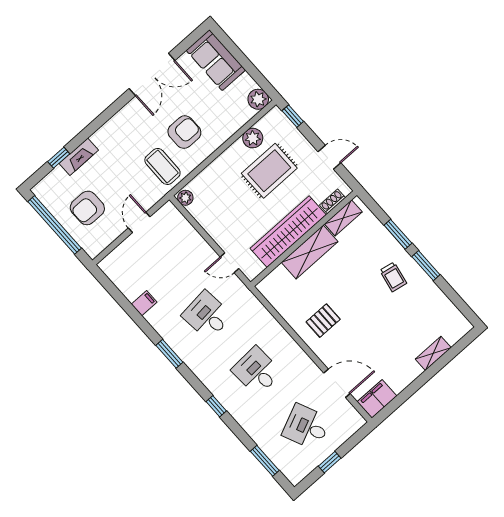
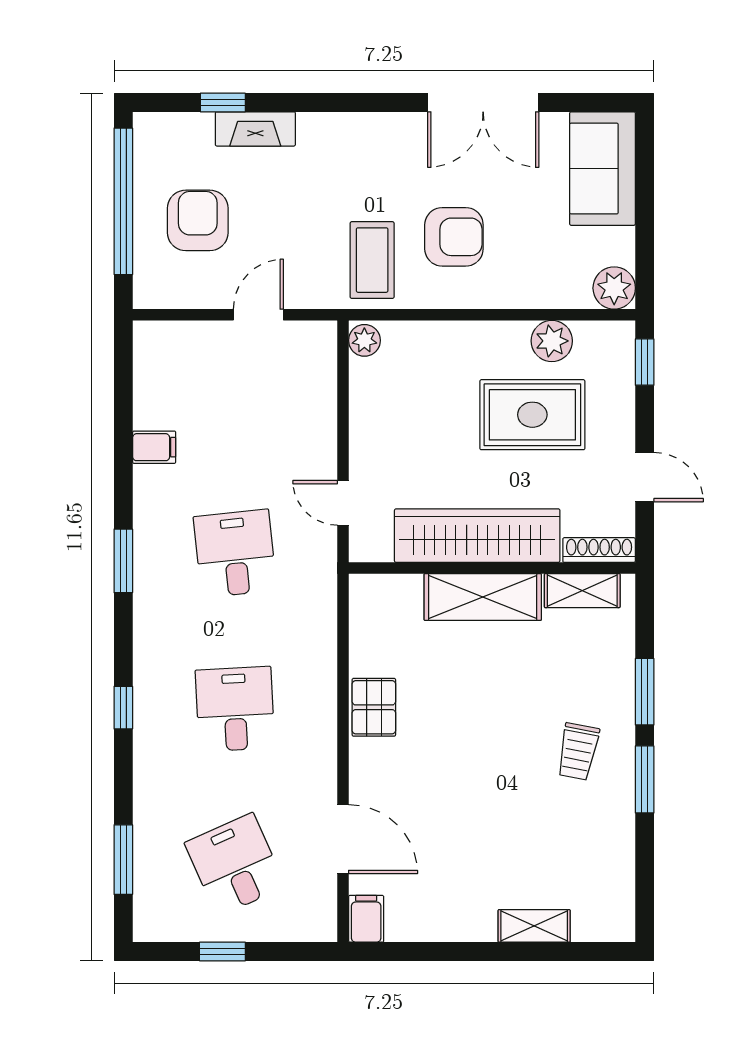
shoe rack: (333, 201) -> (599, 550), width x1.43
armchair: (87, 208) -> (198, 220), turned 90
pallet: (323, 321) -> (374, 707), moved, turned 90
filing cabinet: (377, 399) -> (366, 919), width x0.50

